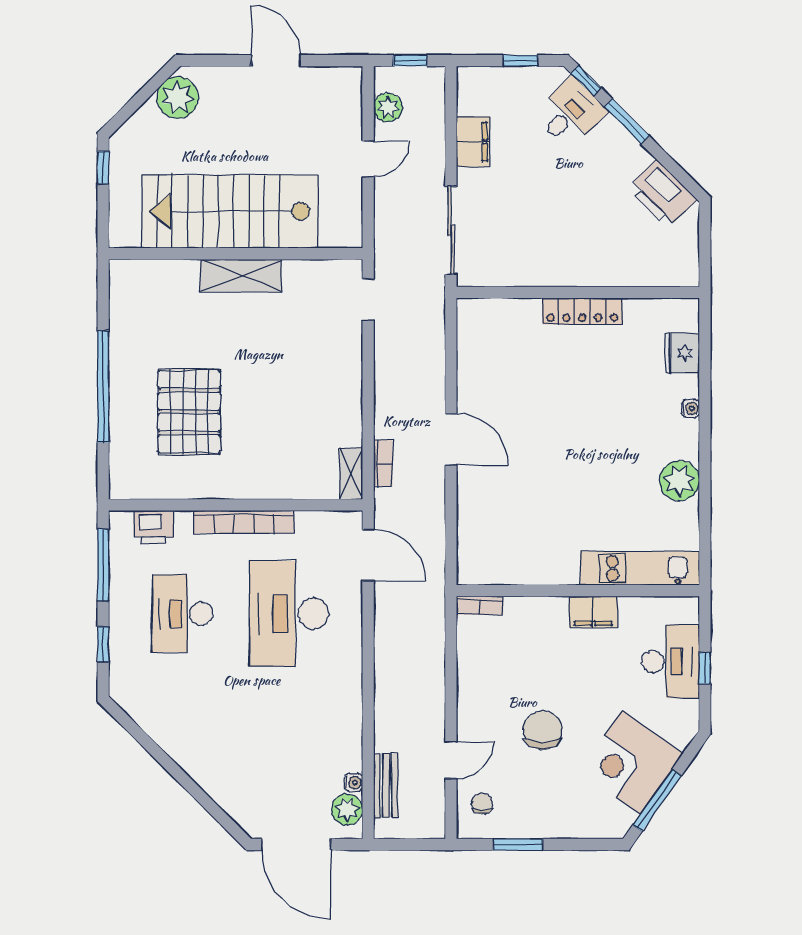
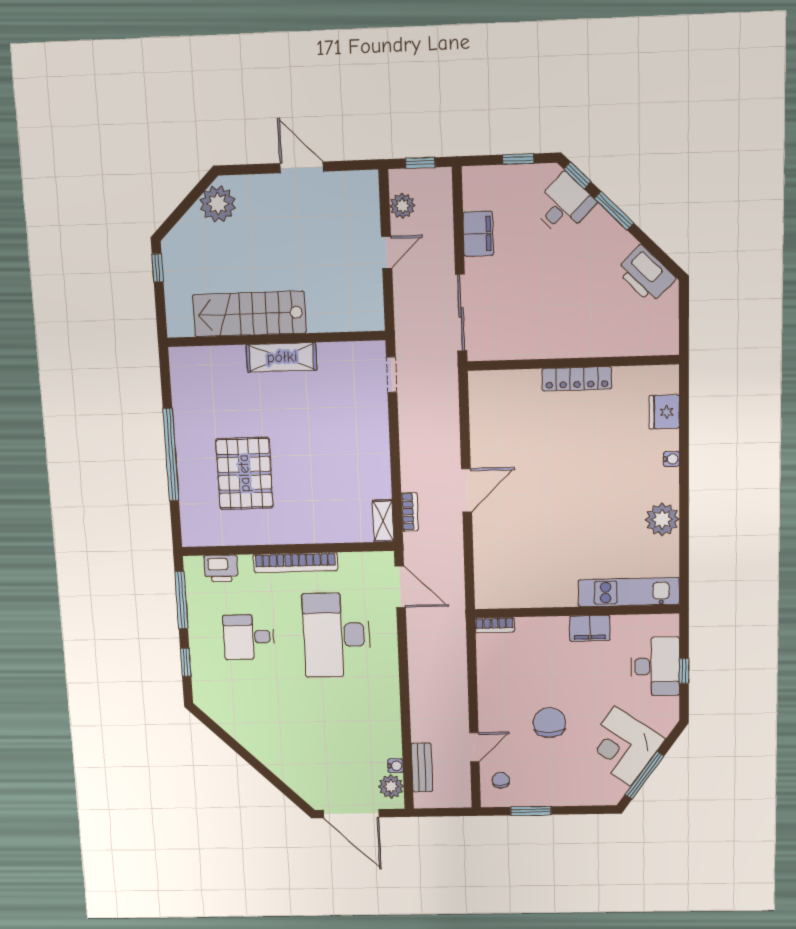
stairs: (230, 211) -> (249, 314), width x0.73, depth x0.66
door: (451, 439) -> (467, 490), hinge flipped
desk: (182, 614) -> (249, 637), width x0.73

